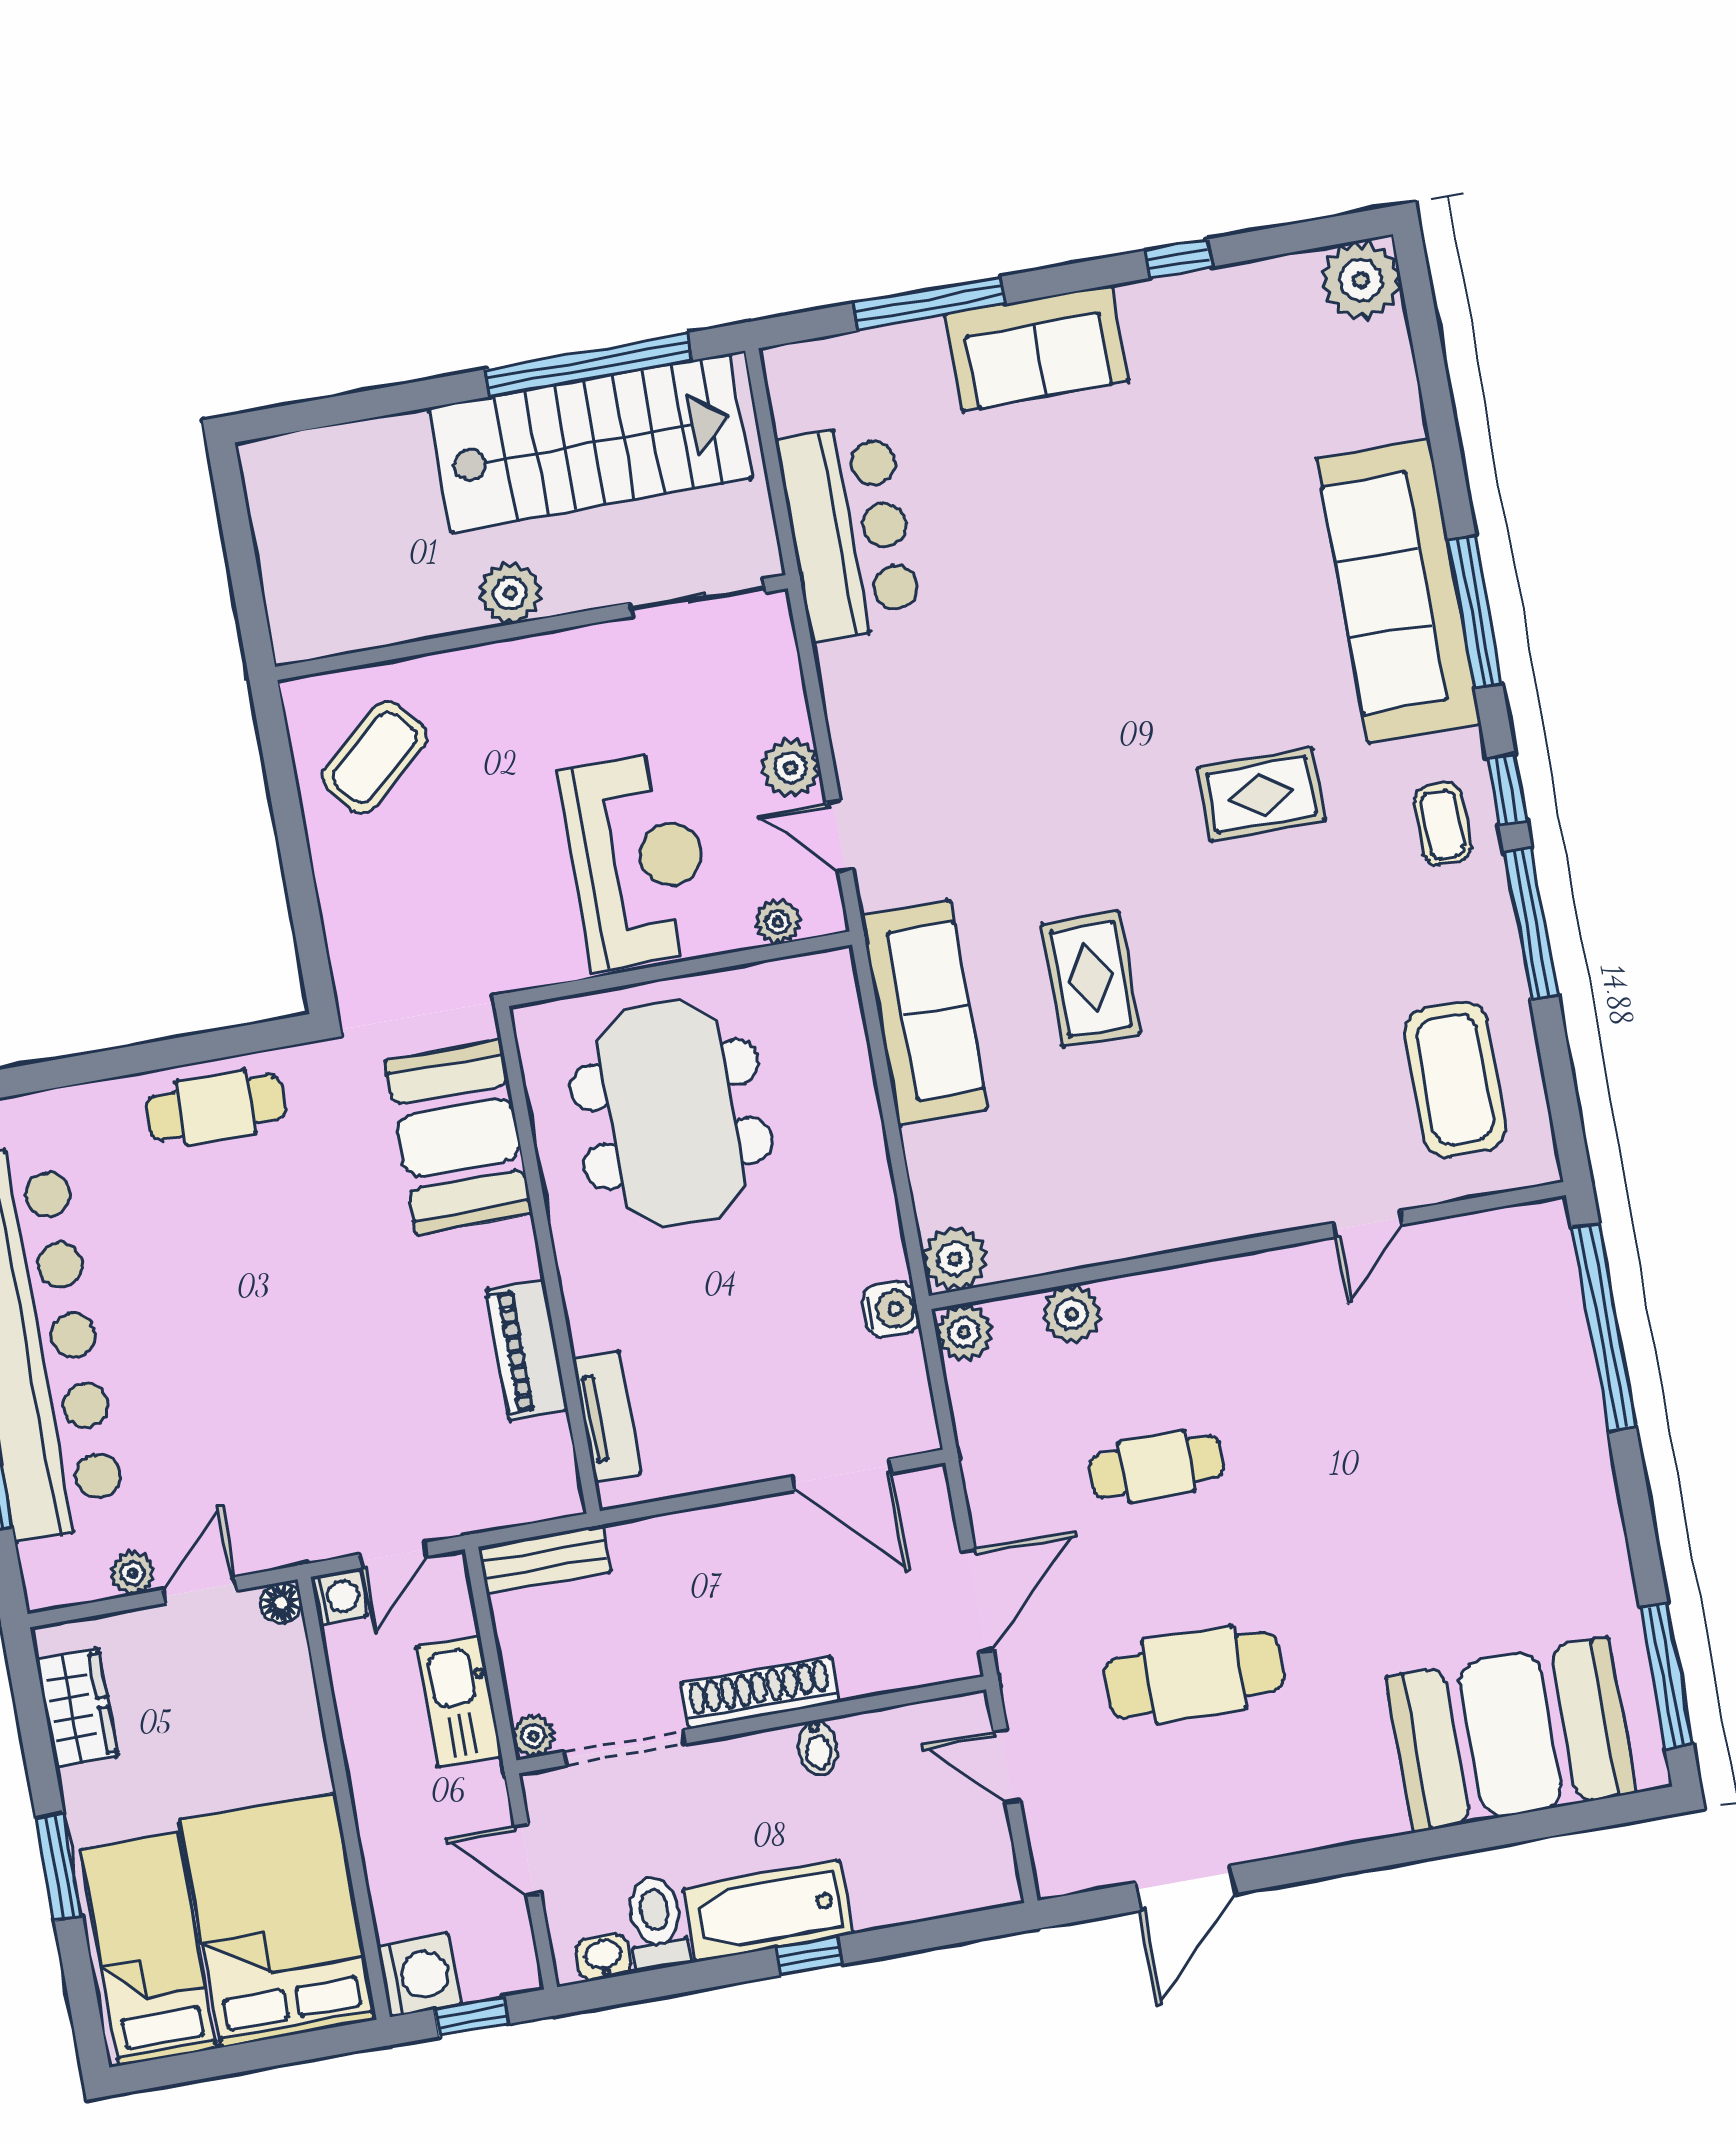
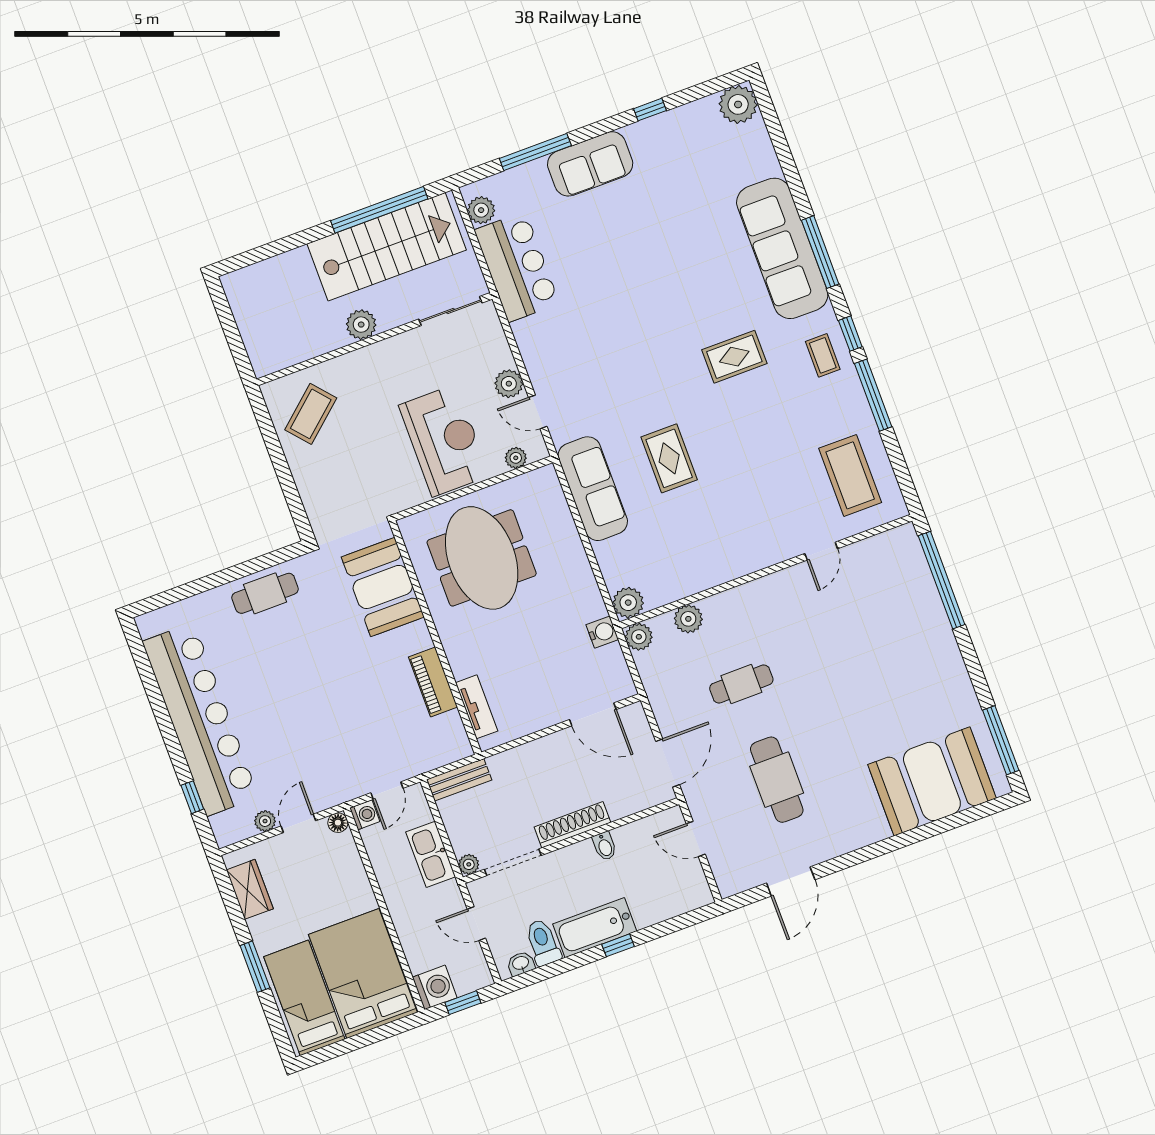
plant: (797, 403) -> (481, 210), added
cafe table: (1194, 1675) -> (777, 780), turned 90

